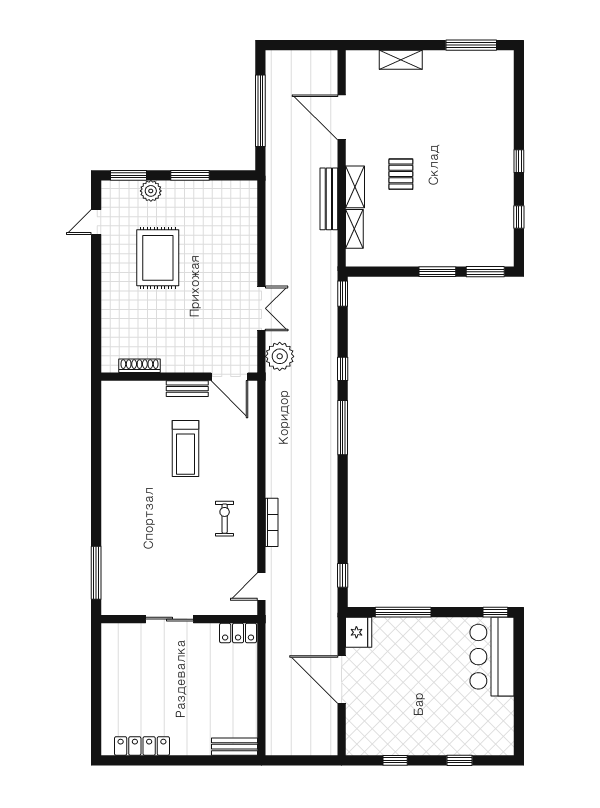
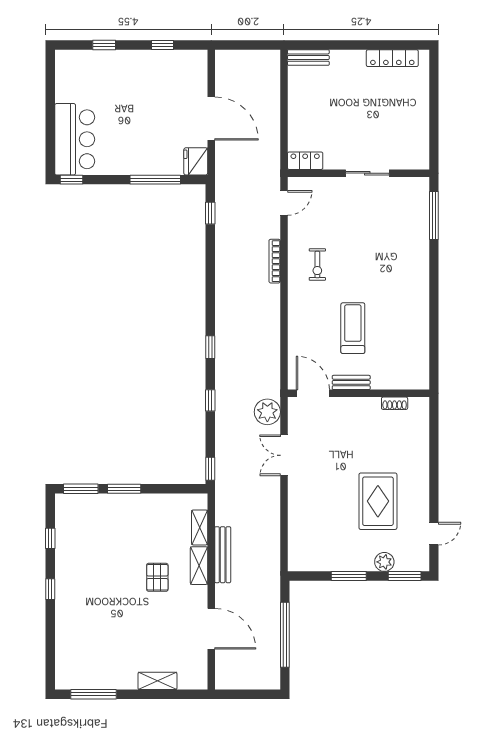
shoe rack: (140, 366) -> (395, 403), width x0.70
window: (343, 428) -> (210, 347), width x0.46

